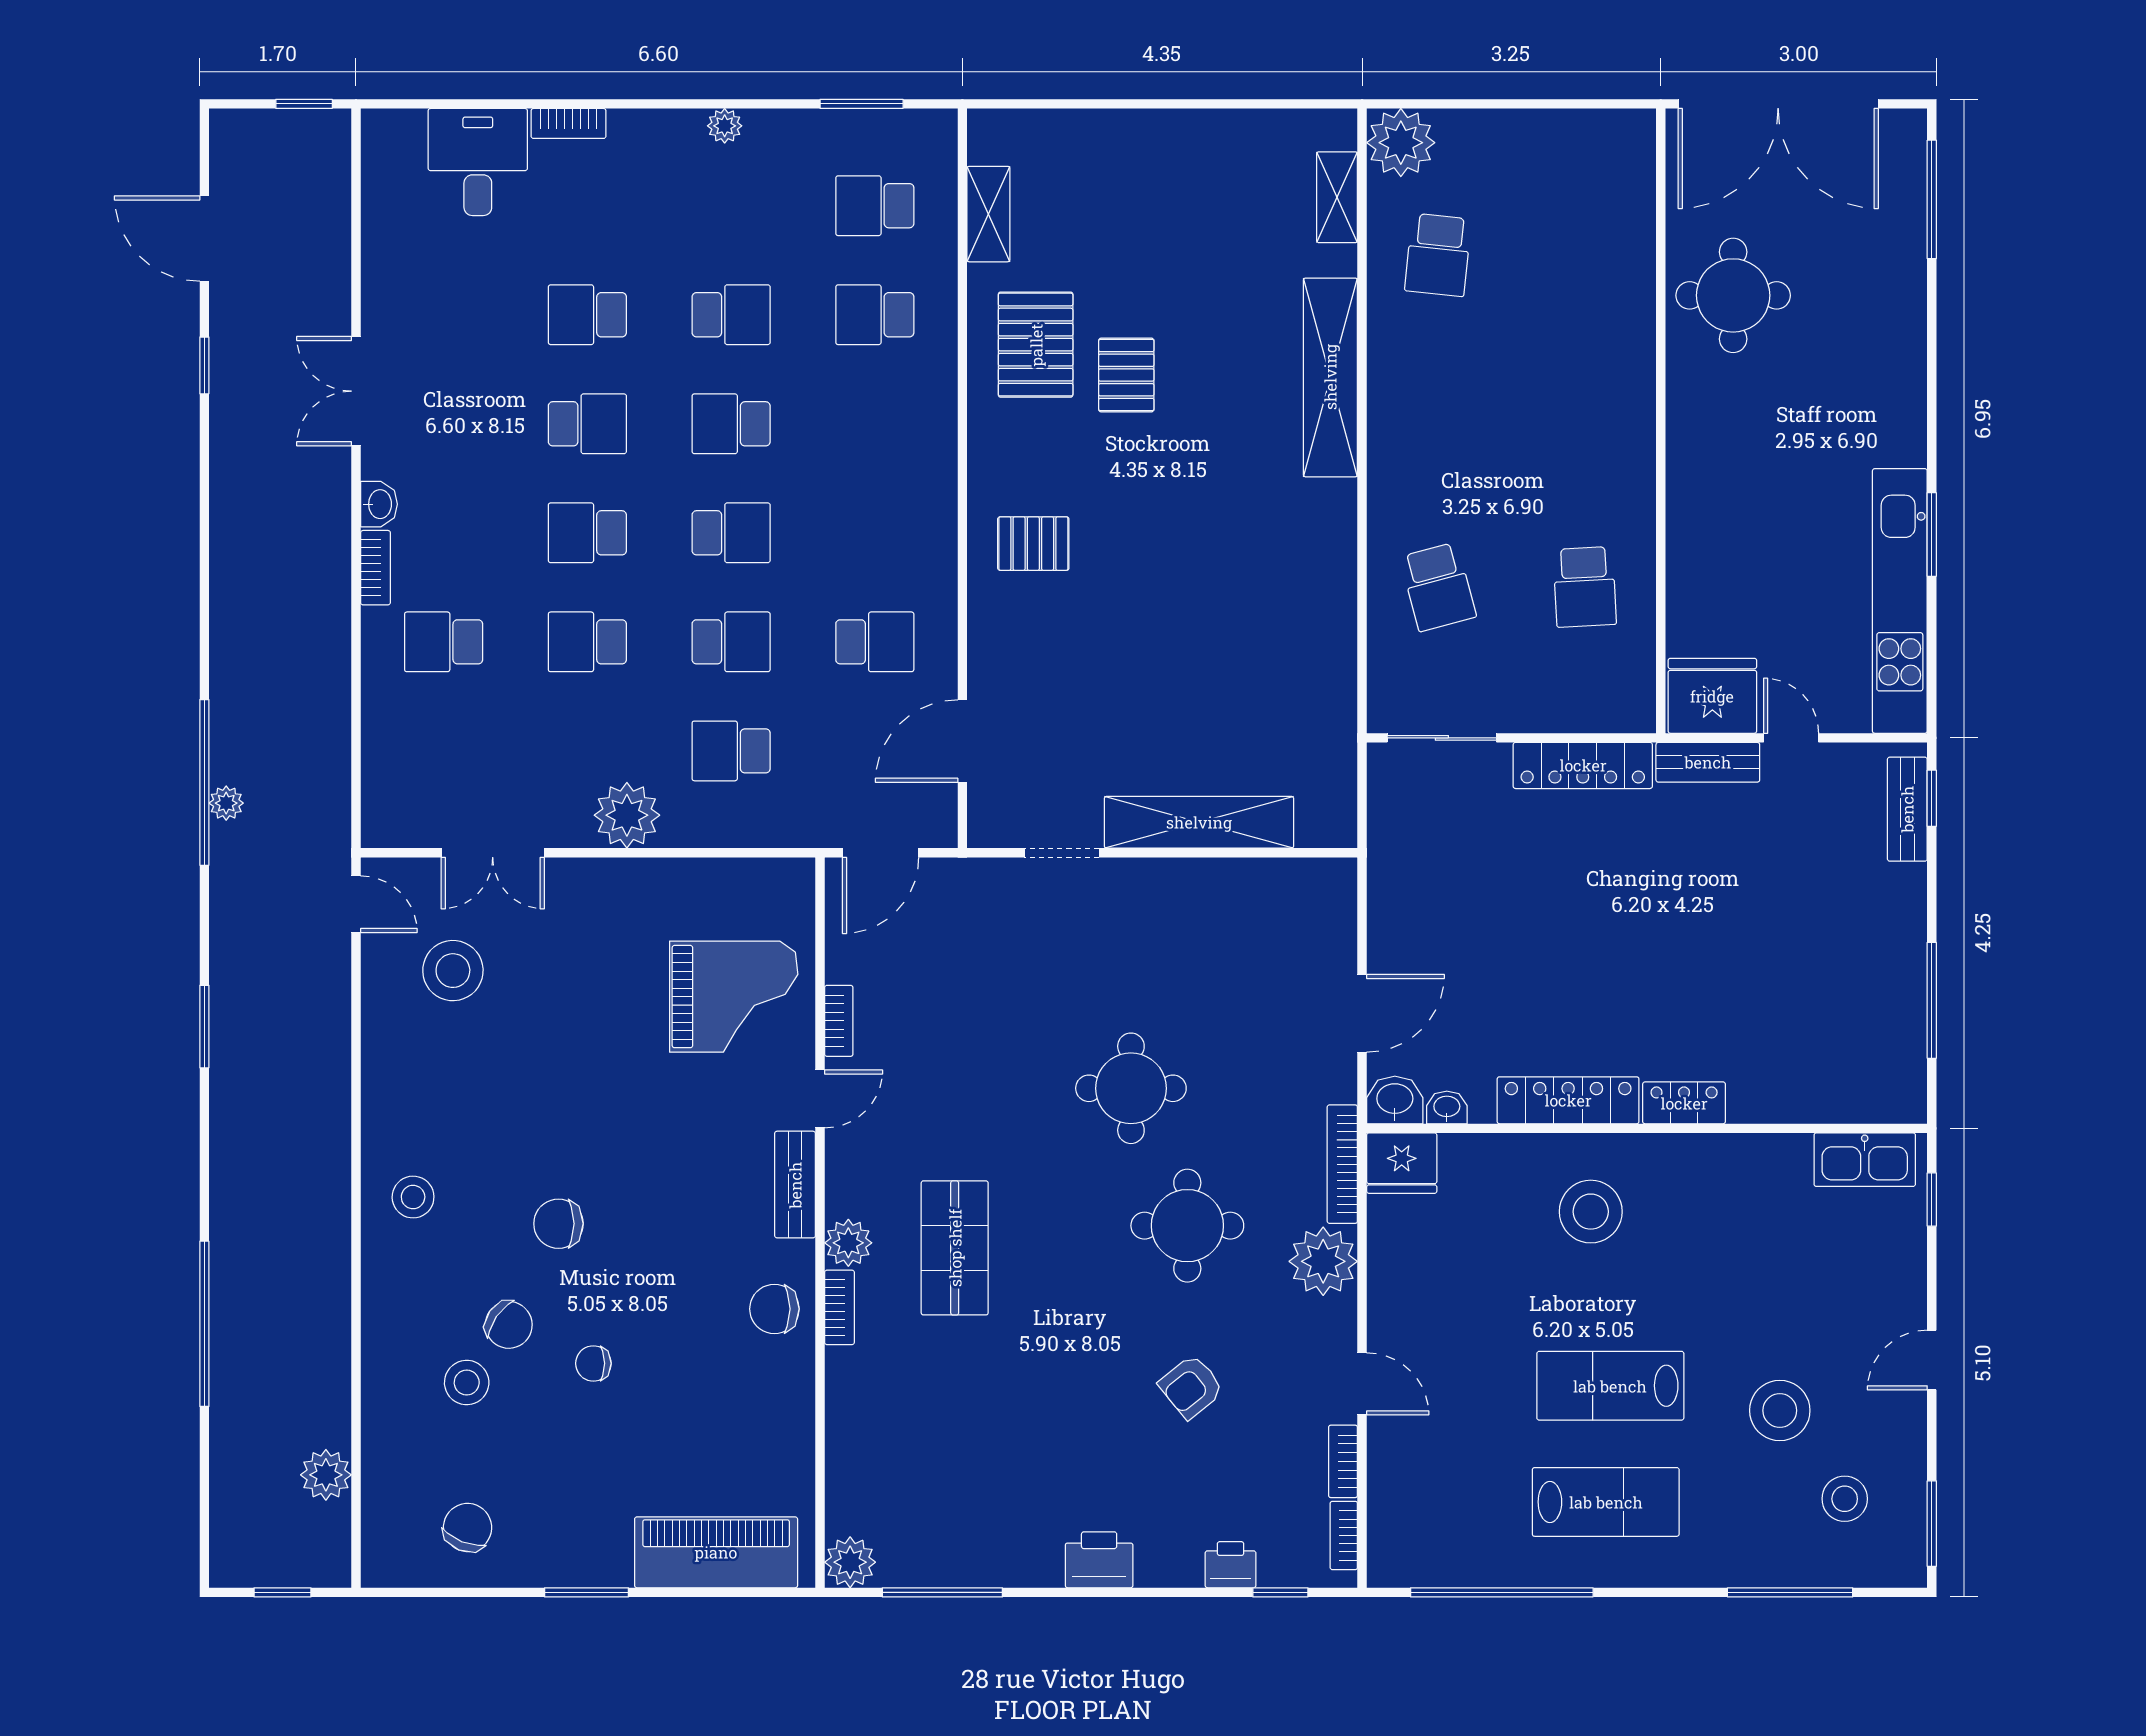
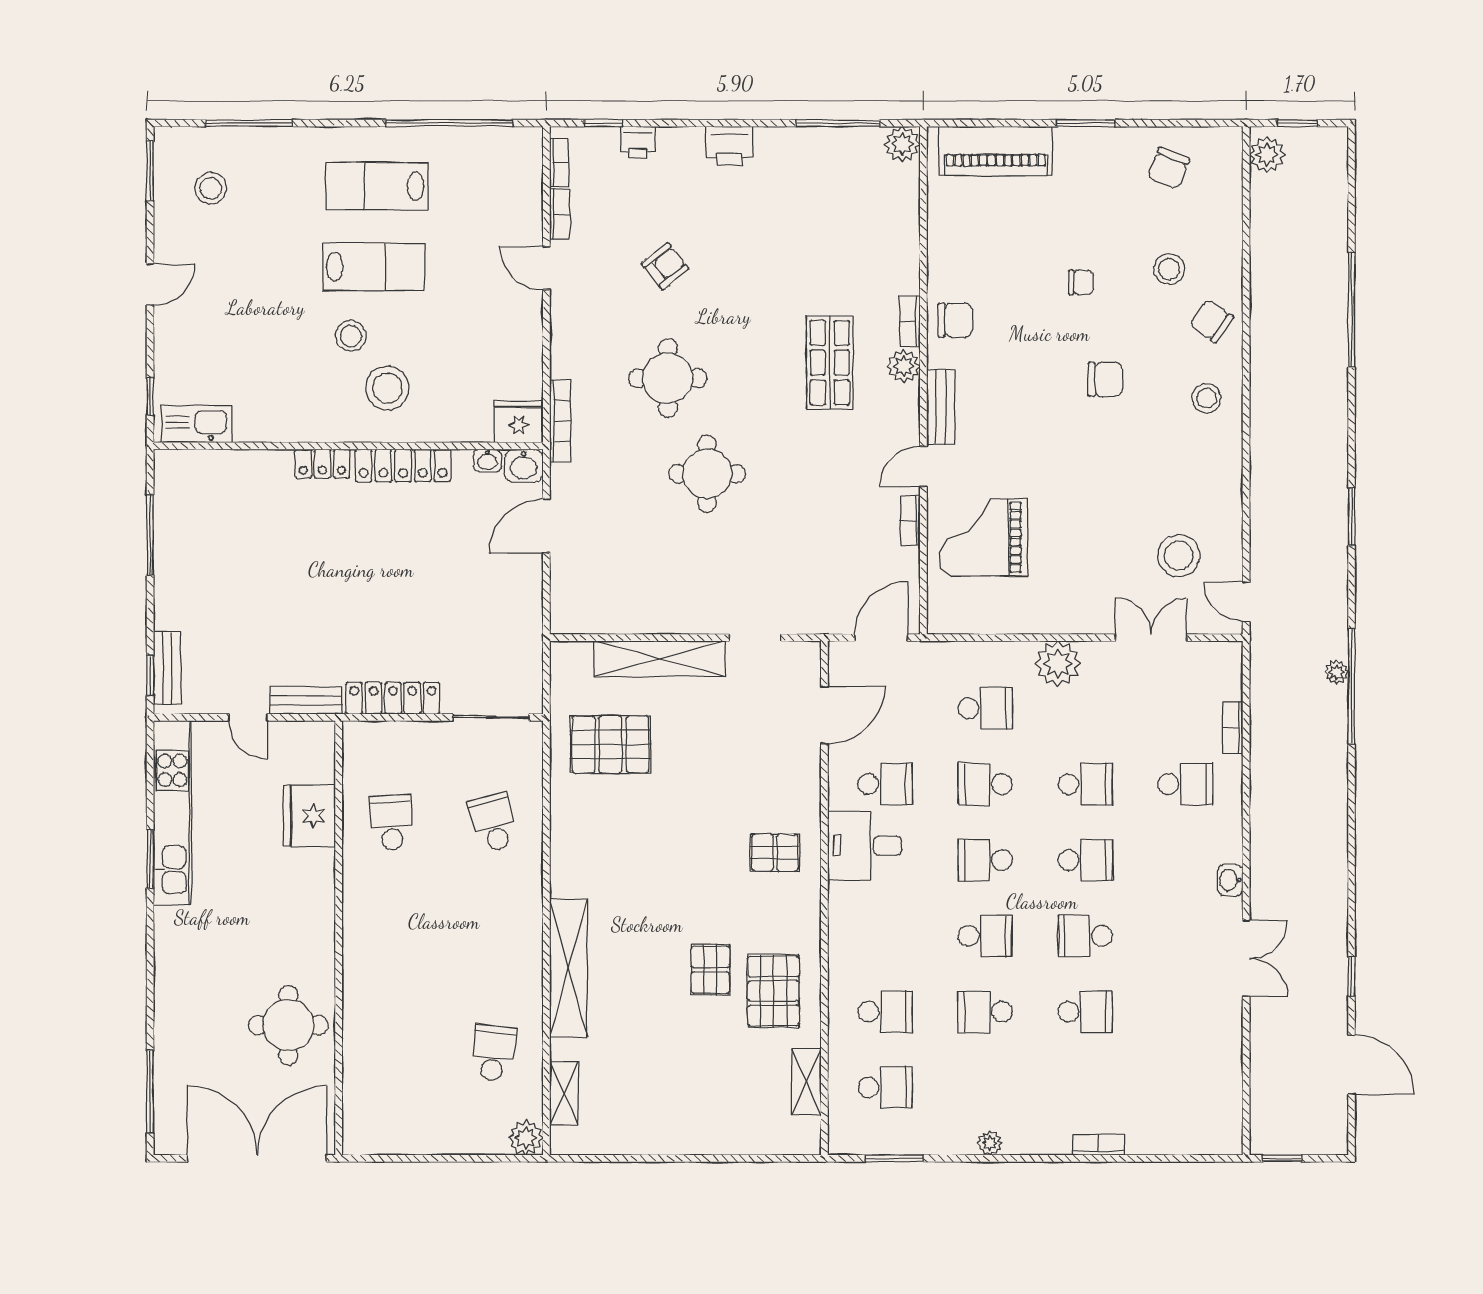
plant: (1401, 143) -> (526, 1138), width x0.73, depth x0.73
desk: (478, 162) -> (865, 846), moved, turned 90
bookcase: (375, 568) -> (1233, 728), moved
school desk: (875, 642) -> (885, 784), turned 180
fridge: (1712, 696) -> (309, 816), moved, turned 90
pallet: (1270, 699) -> (610, 744), added
plant: (1323, 1261) -> (573, 353), removed
chair: (509, 1325) -> (1212, 321), moved
stool: (1780, 1410) -> (351, 336), moved, width x0.73, depth x0.73
plant: (326, 1475) -> (1267, 155), moved

